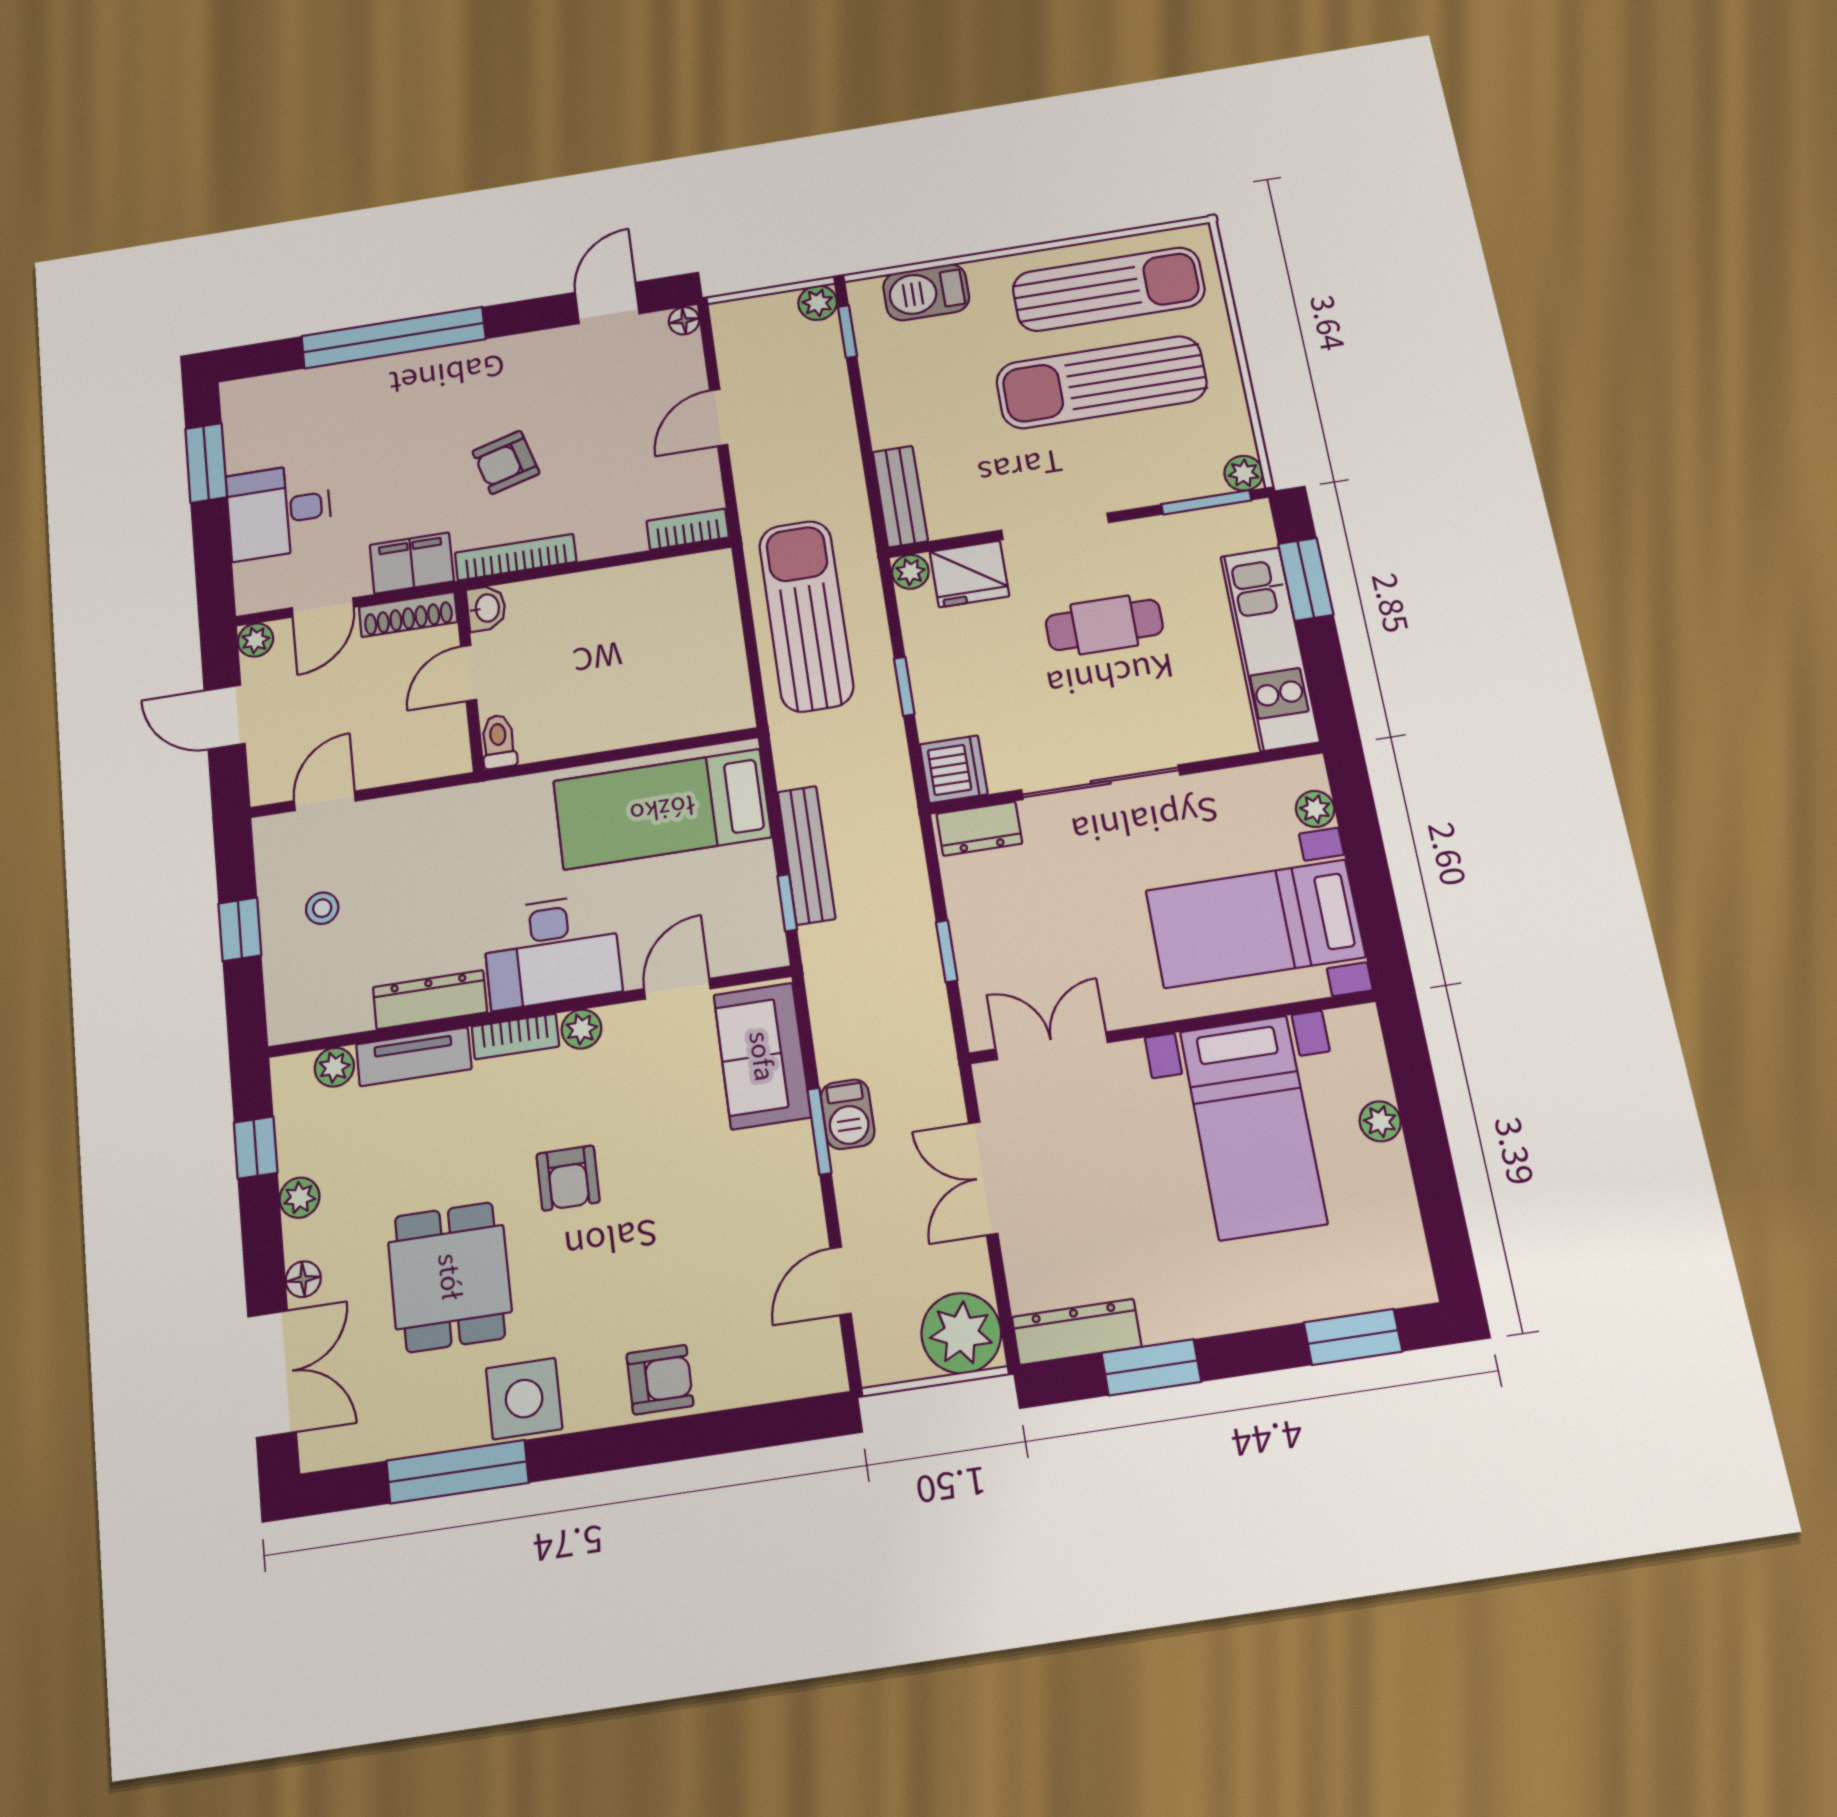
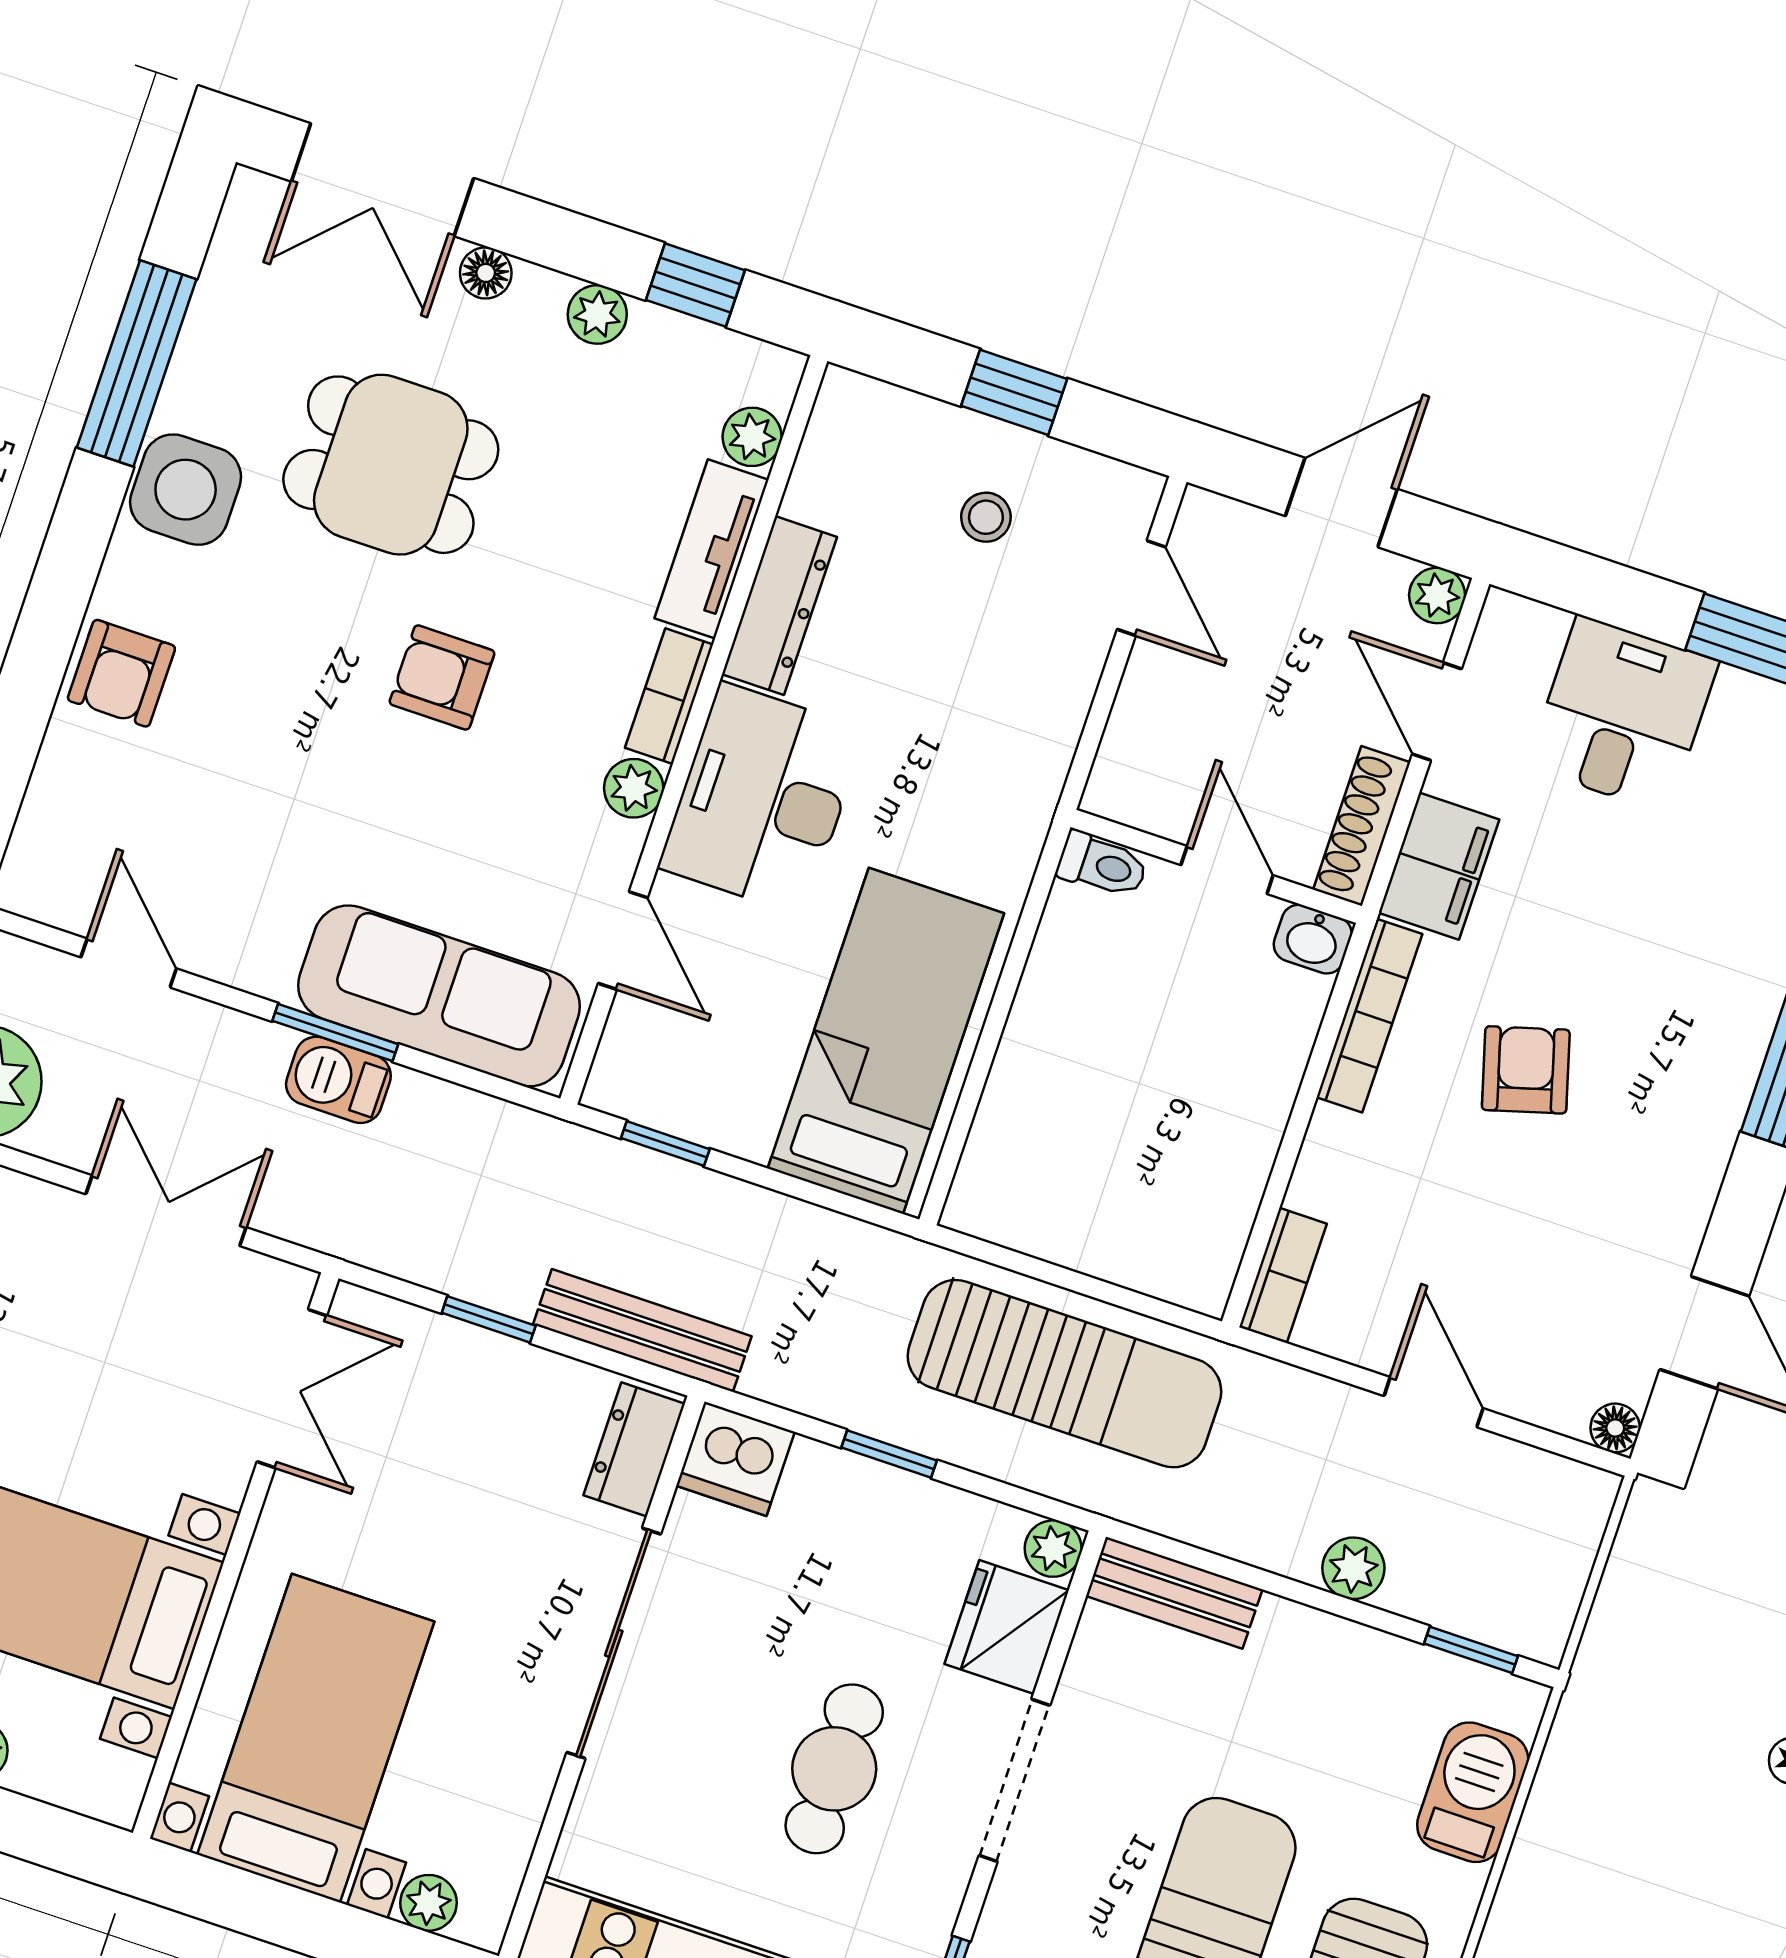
plant: (818, 303) -> (1353, 1568), moved
bench: (806, 855) -> (642, 1330), moved
sofa: (762, 1056) -> (439, 996), width x1.36

